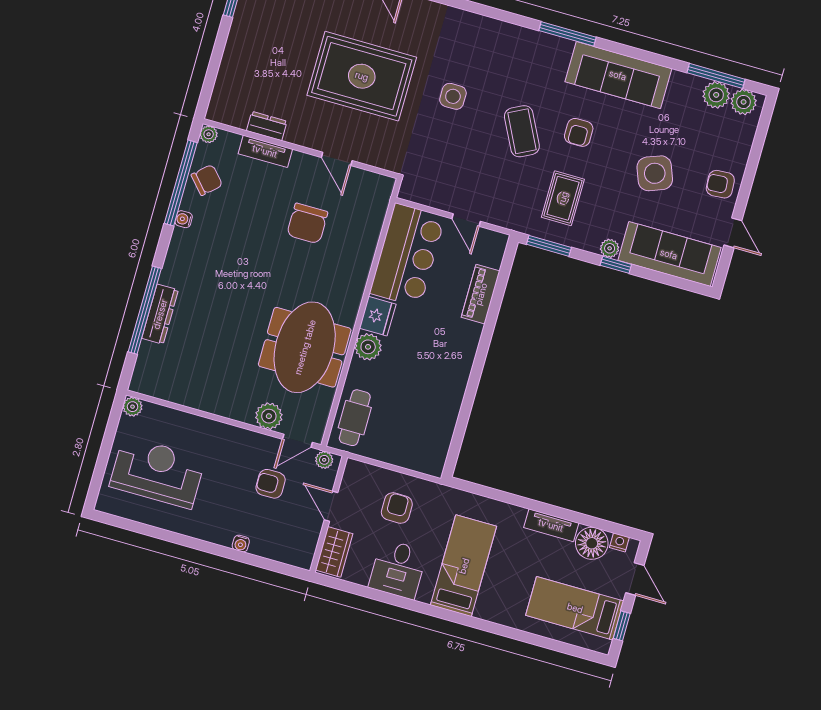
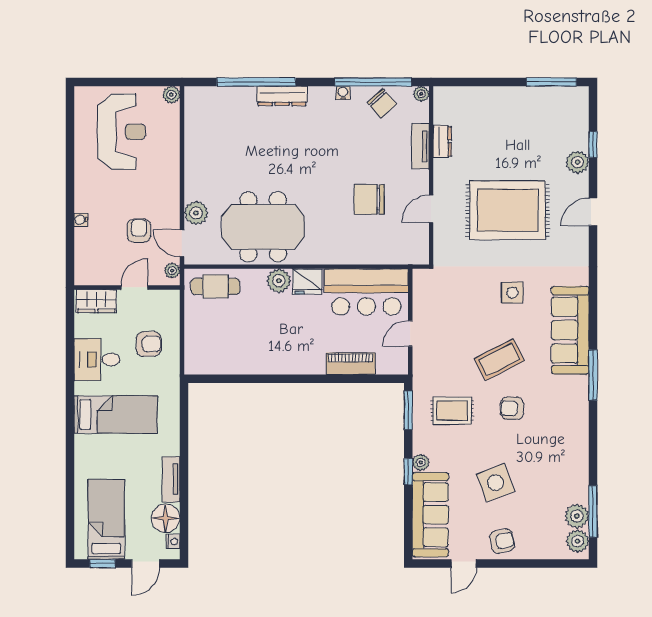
sofa: (618, 75) -> (570, 330), moved
rug: (362, 76) -> (507, 210), turned 90
armchair: (720, 184) -> (502, 541), turned 83
dresser: (160, 314) -> (282, 96), moved

